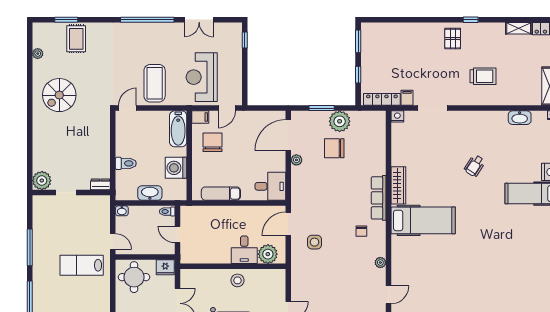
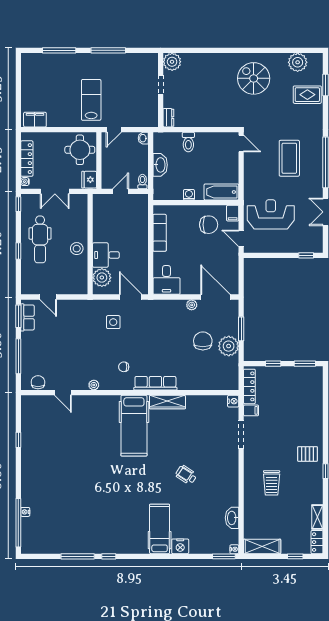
plant: (38, 54) -> (298, 62), width x1.88, depth x1.88
coffee table: (155, 83) -> (289, 158), moved, turned 90
washing machine: (176, 168) -> (189, 195), width x0.53, depth x0.53

